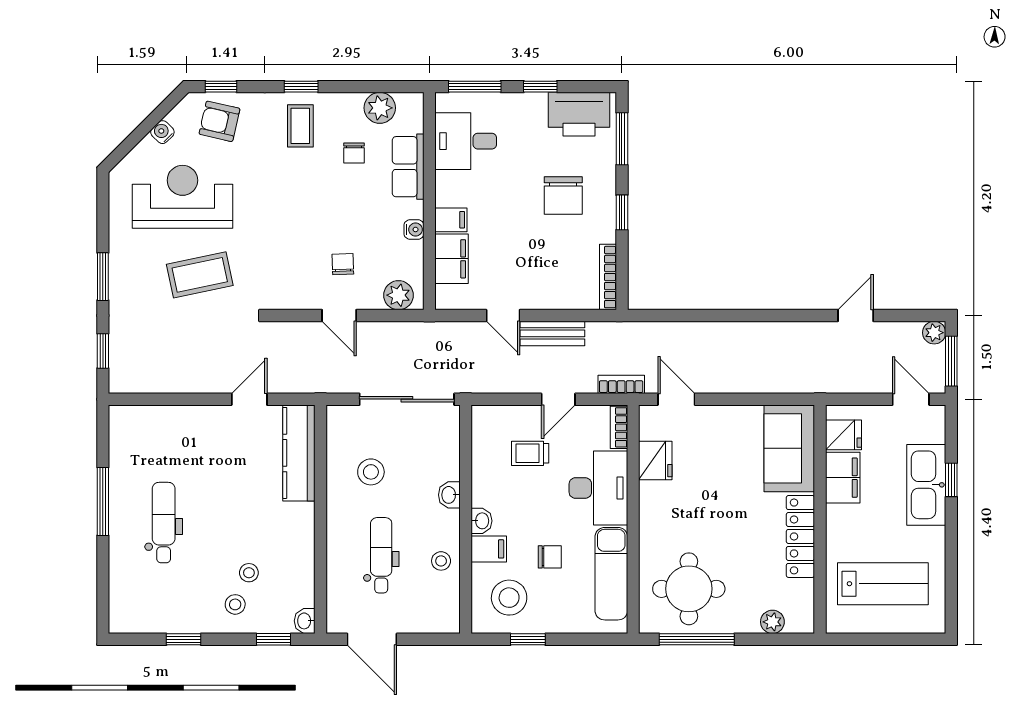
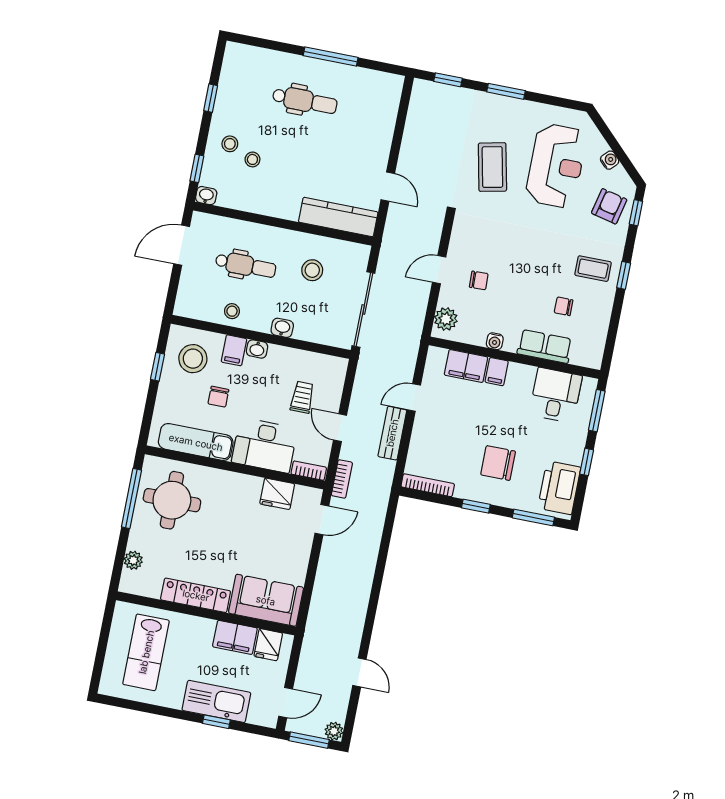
plant: (380, 108) -> (595, 333), removed

